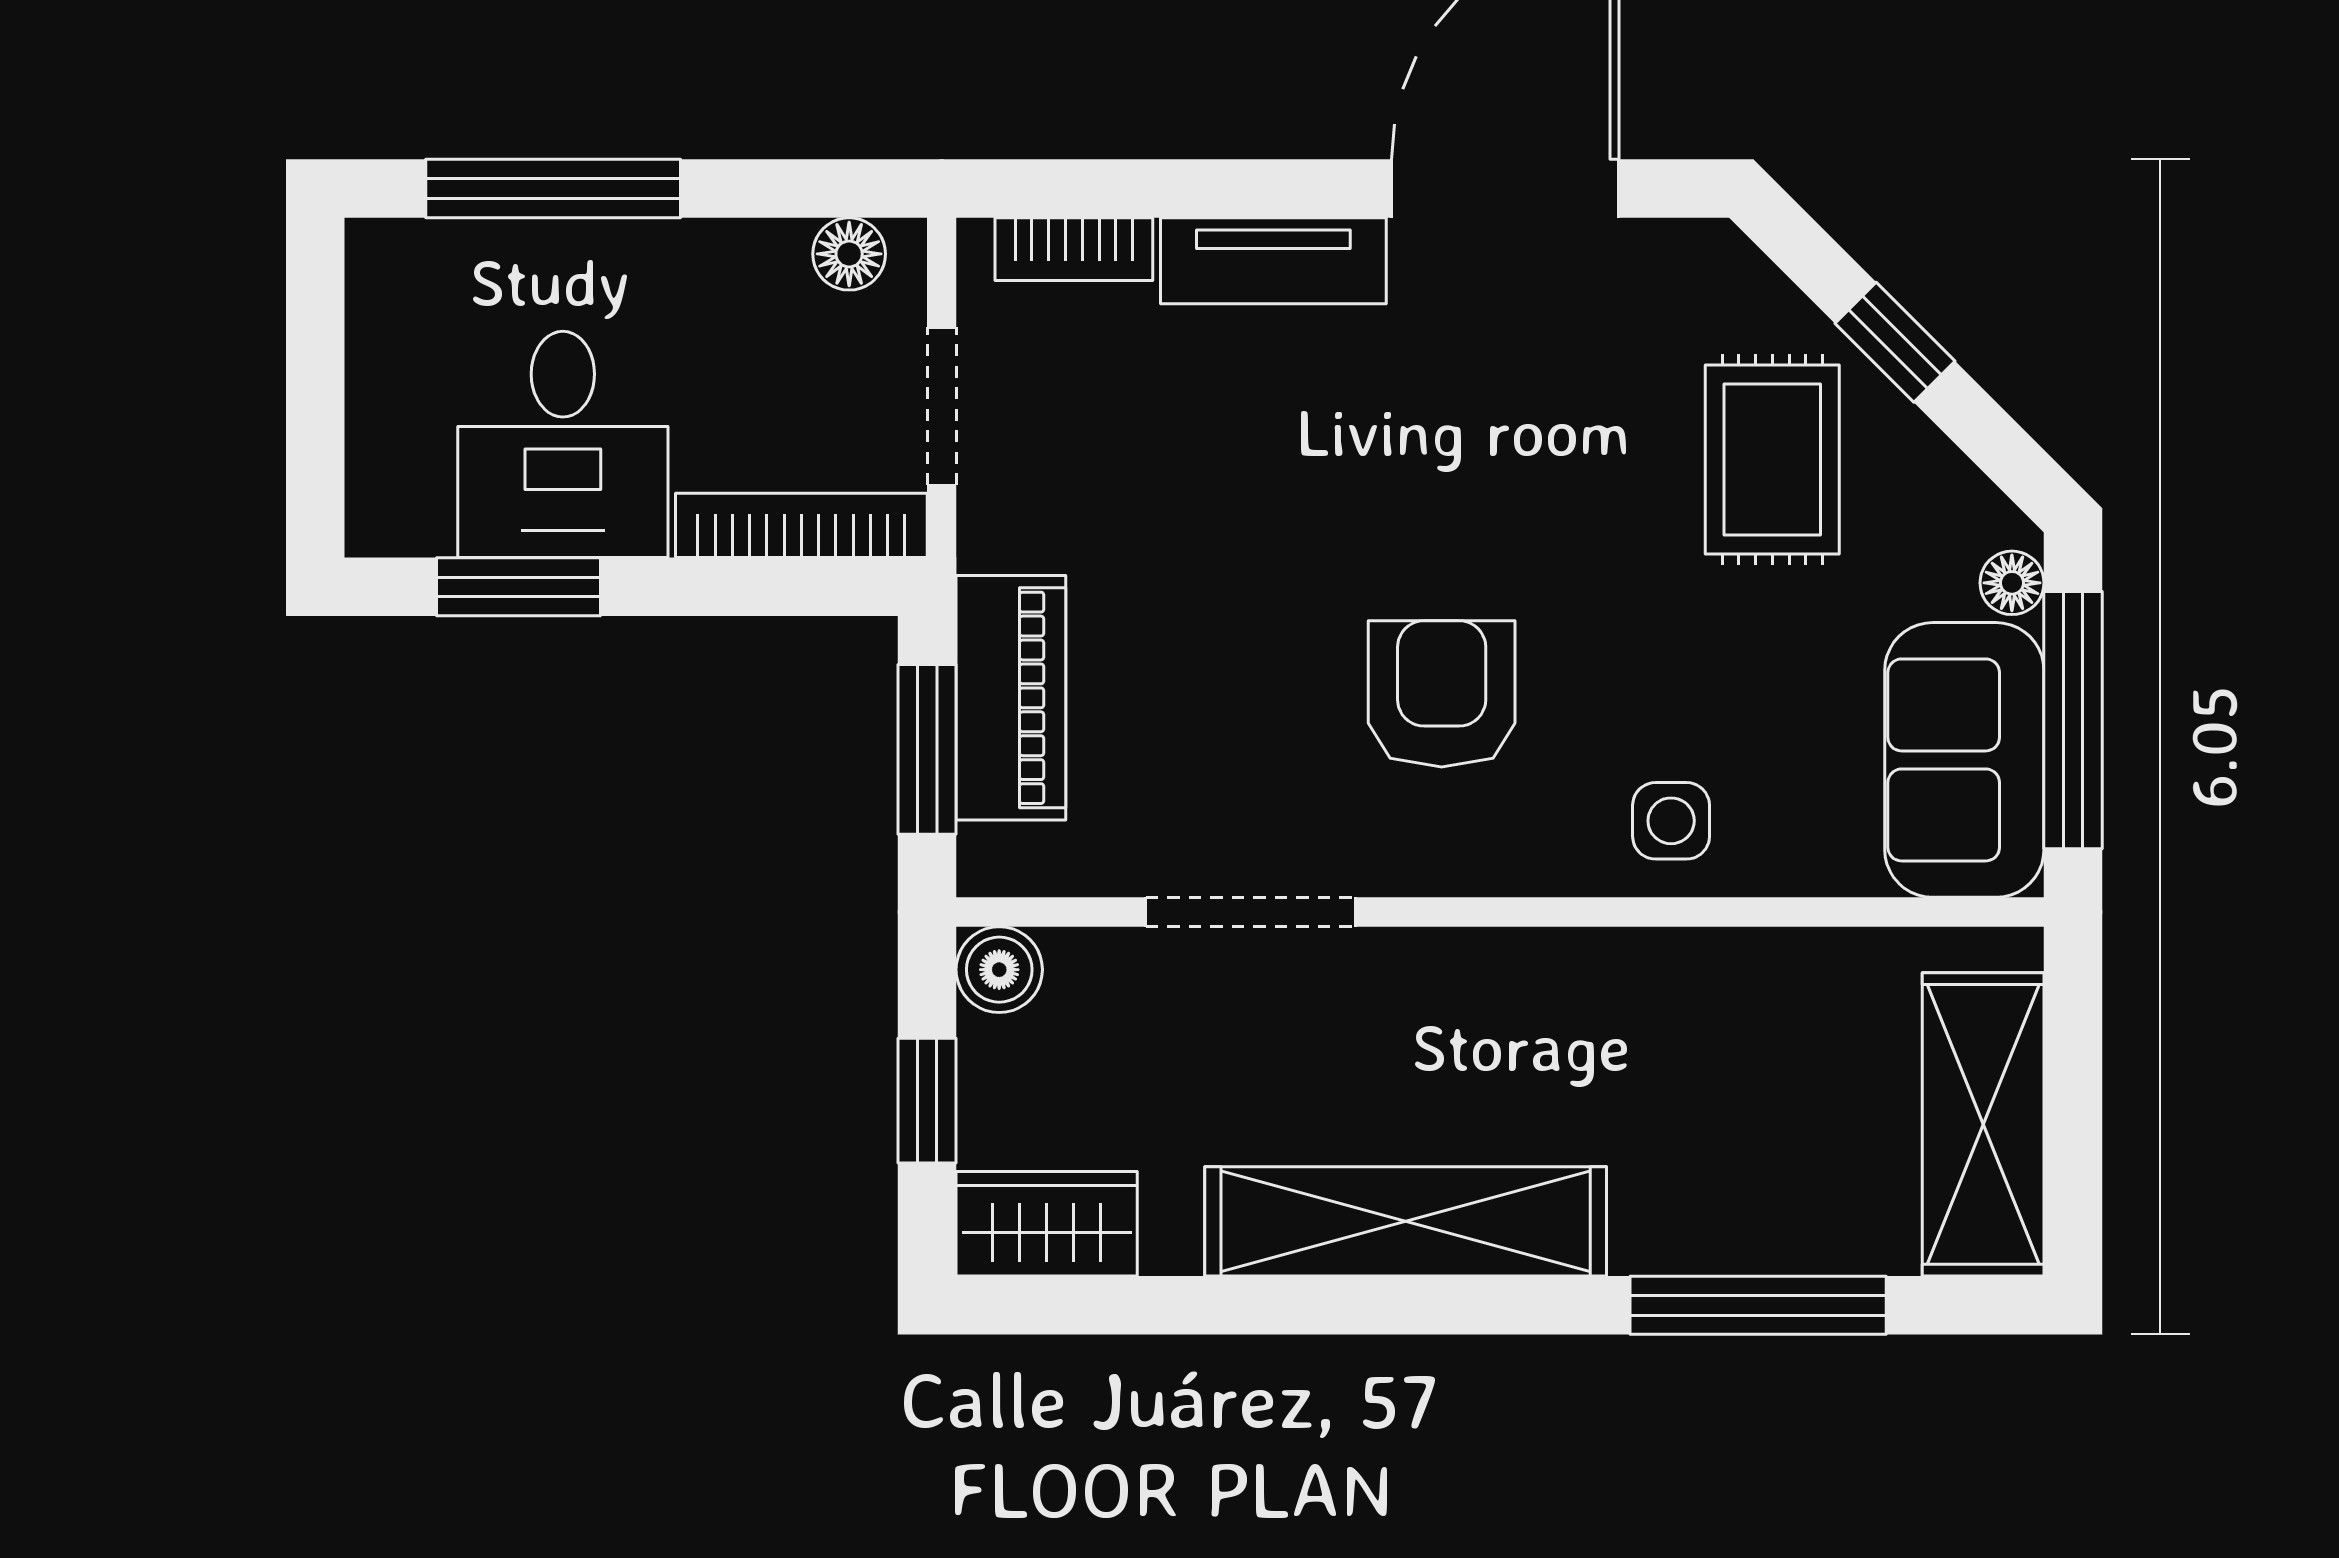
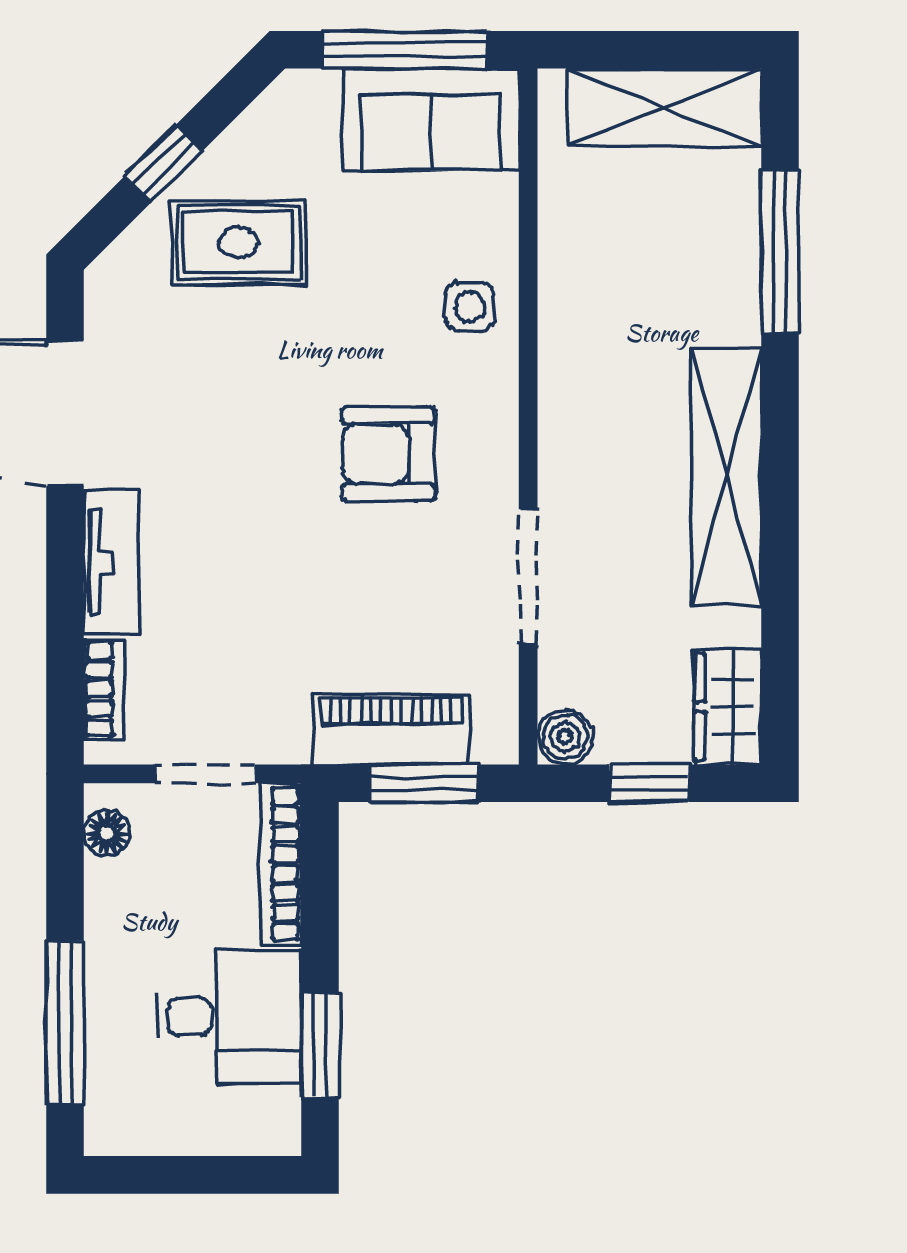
floor lamp: (2012, 583) -> (317, 89), removed

